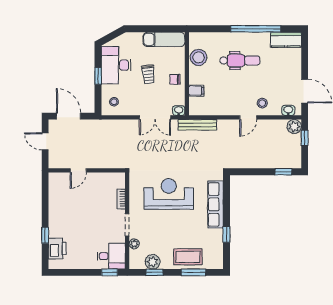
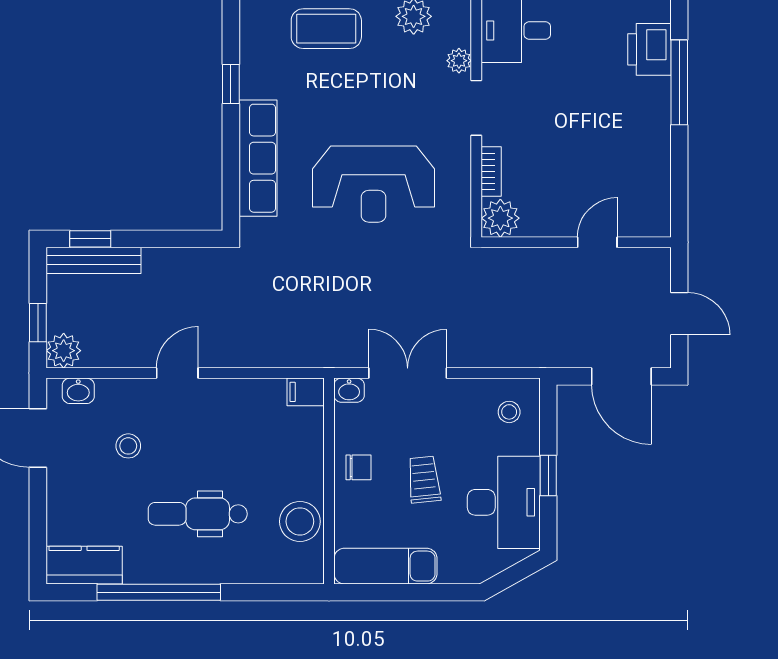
filing cabinet: (196, 91) -> (306, 392), moved
stool: (262, 103) -> (128, 446), moved
bench: (197, 125) -> (93, 260), moved
plant: (117, 180) -> (500, 218), added
window: (45, 235) -> (679, 82), width x2.17

